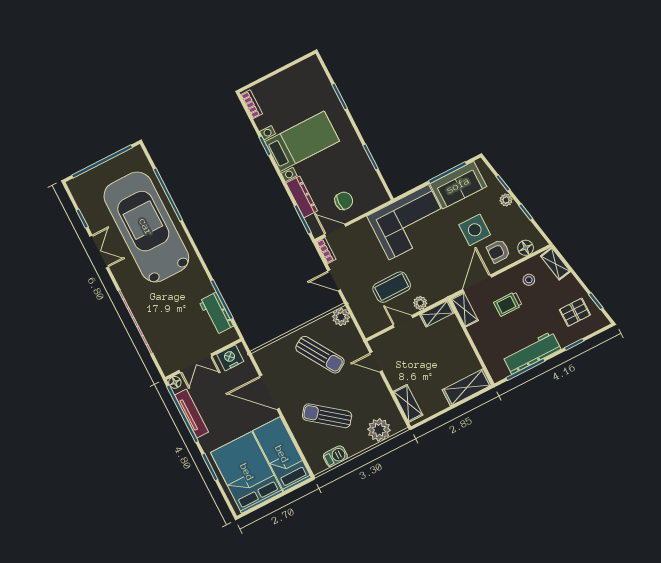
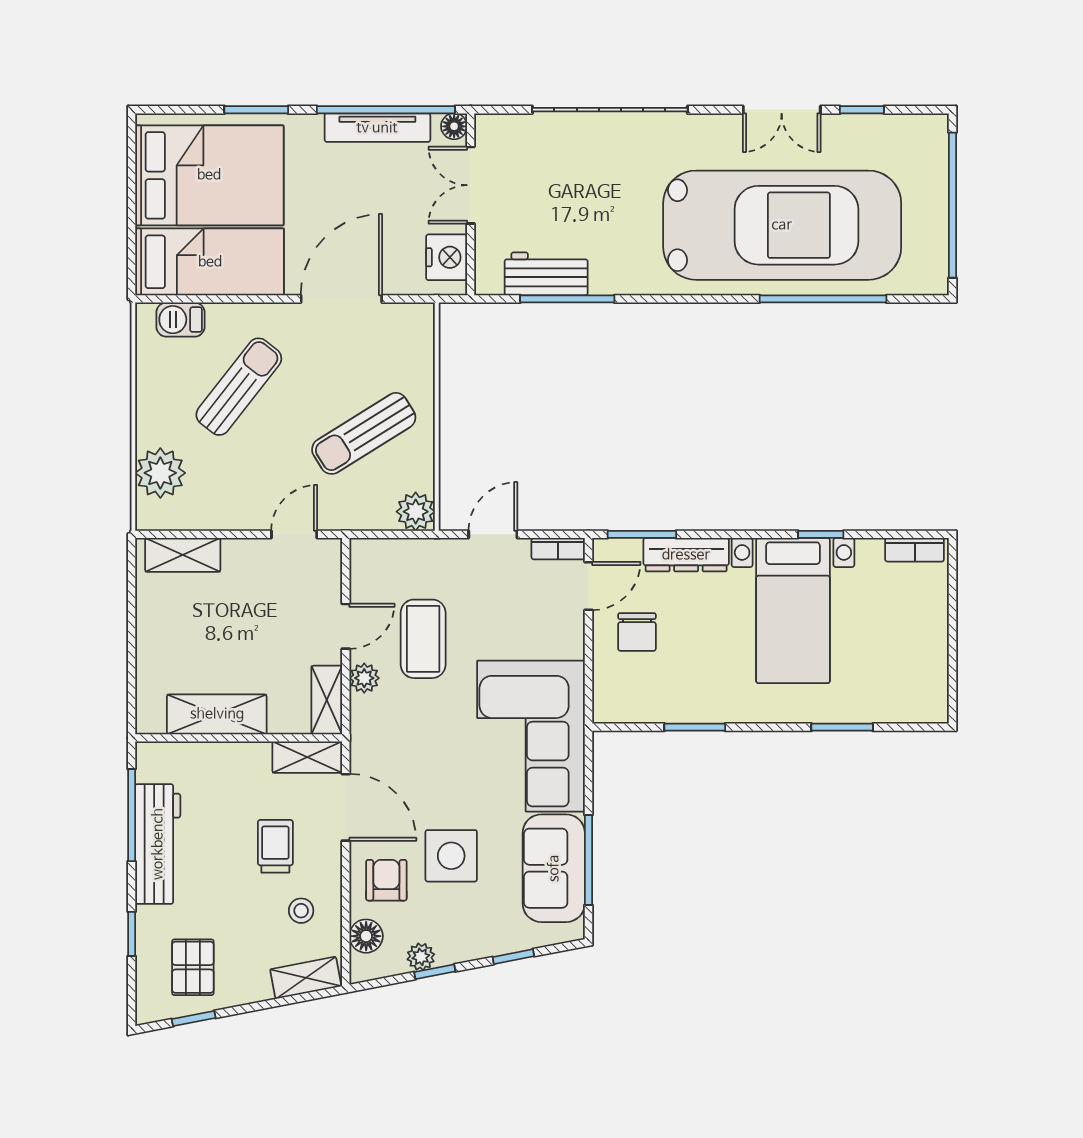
plant: (506, 200) -> (421, 957), moved
shelving: (467, 387) -> (217, 714), moved, turned 90
barbecue: (335, 456) -> (181, 320), moved, turned 90

